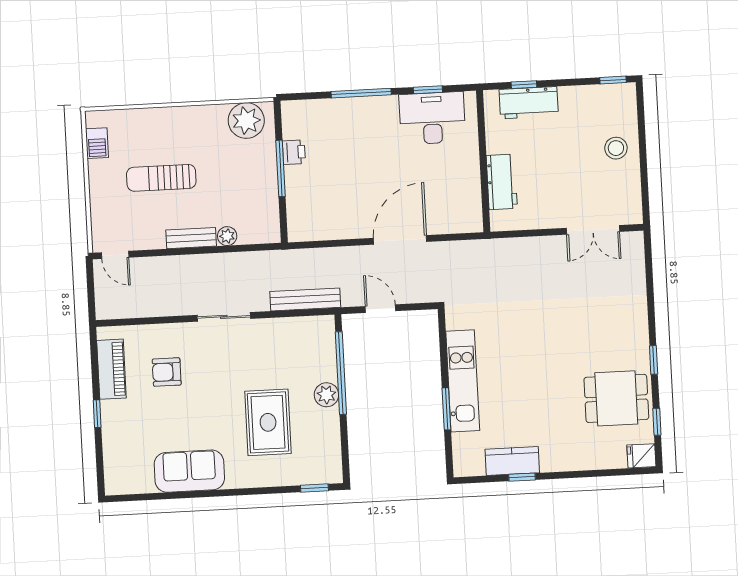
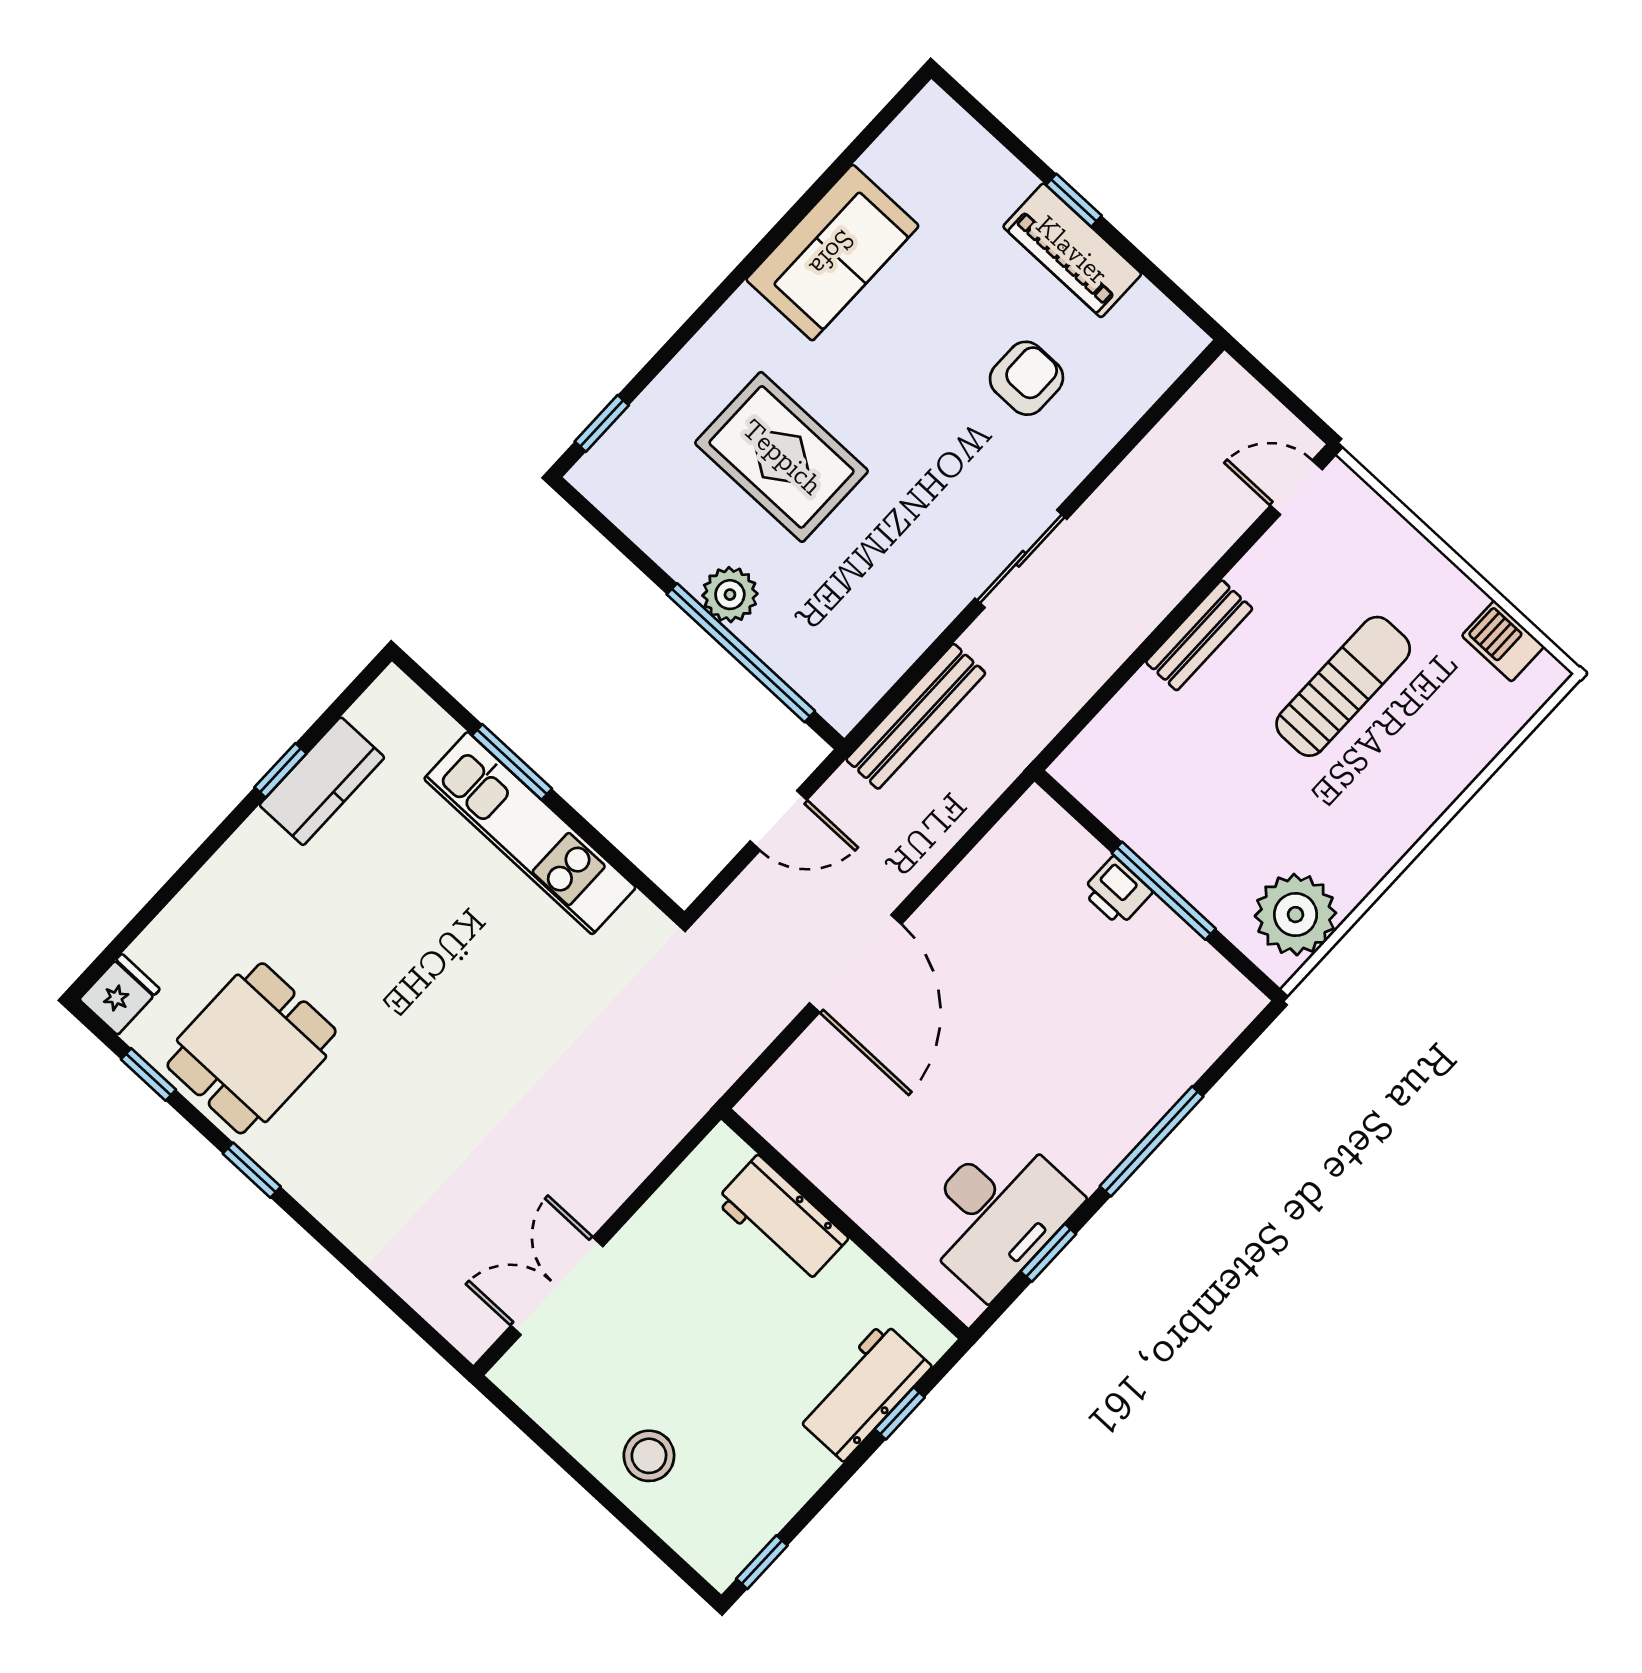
printer: (294, 152) -> (1117, 892), moved
plant: (227, 236) -> (1144, 696), removed
piano: (111, 369) -> (1072, 250), moved

